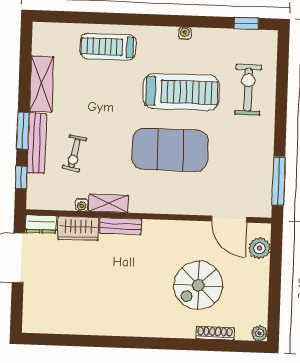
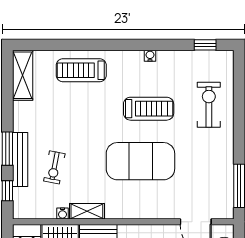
shelving: (42, 84) -> (23, 75), moved
treadmill: (181, 92) -> (149, 109), width x0.73, depth x0.73

